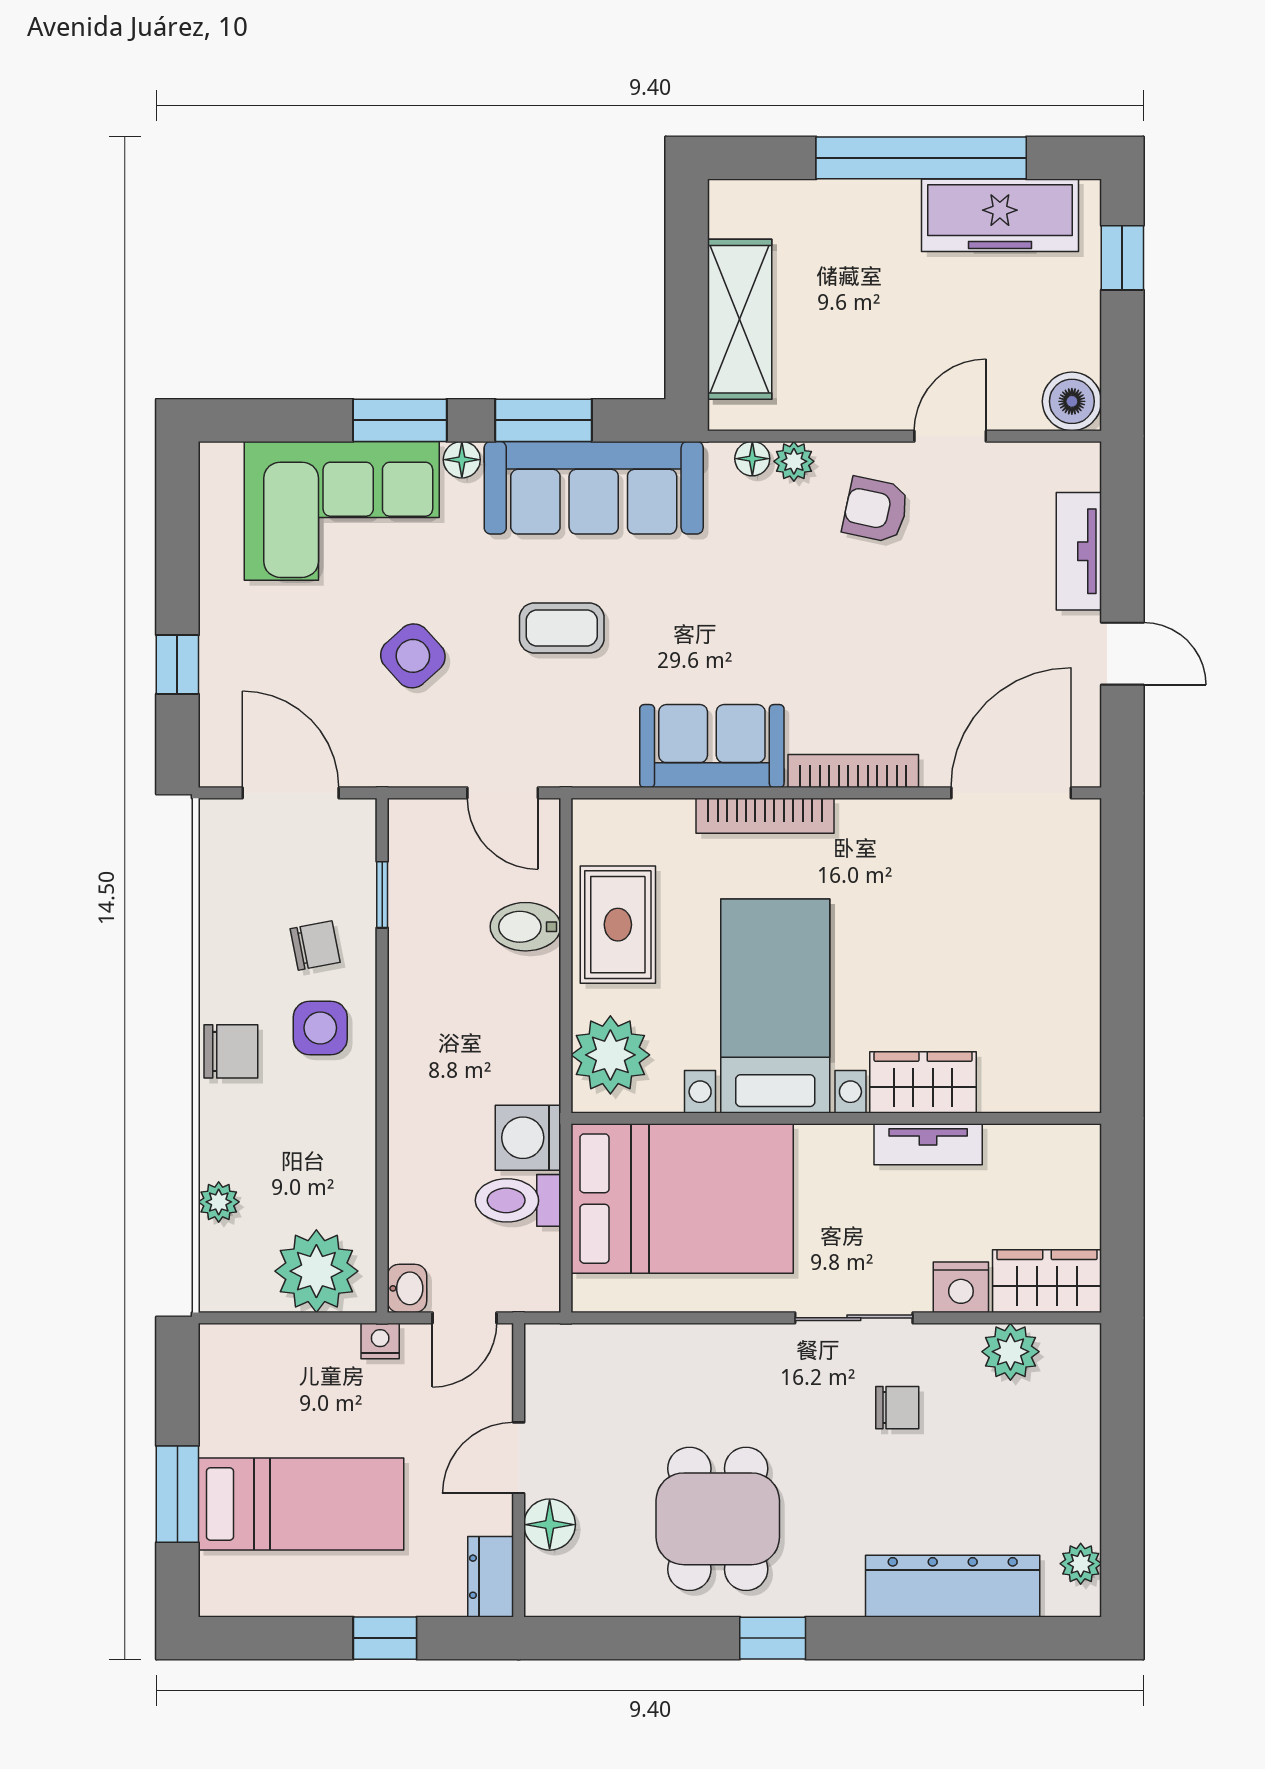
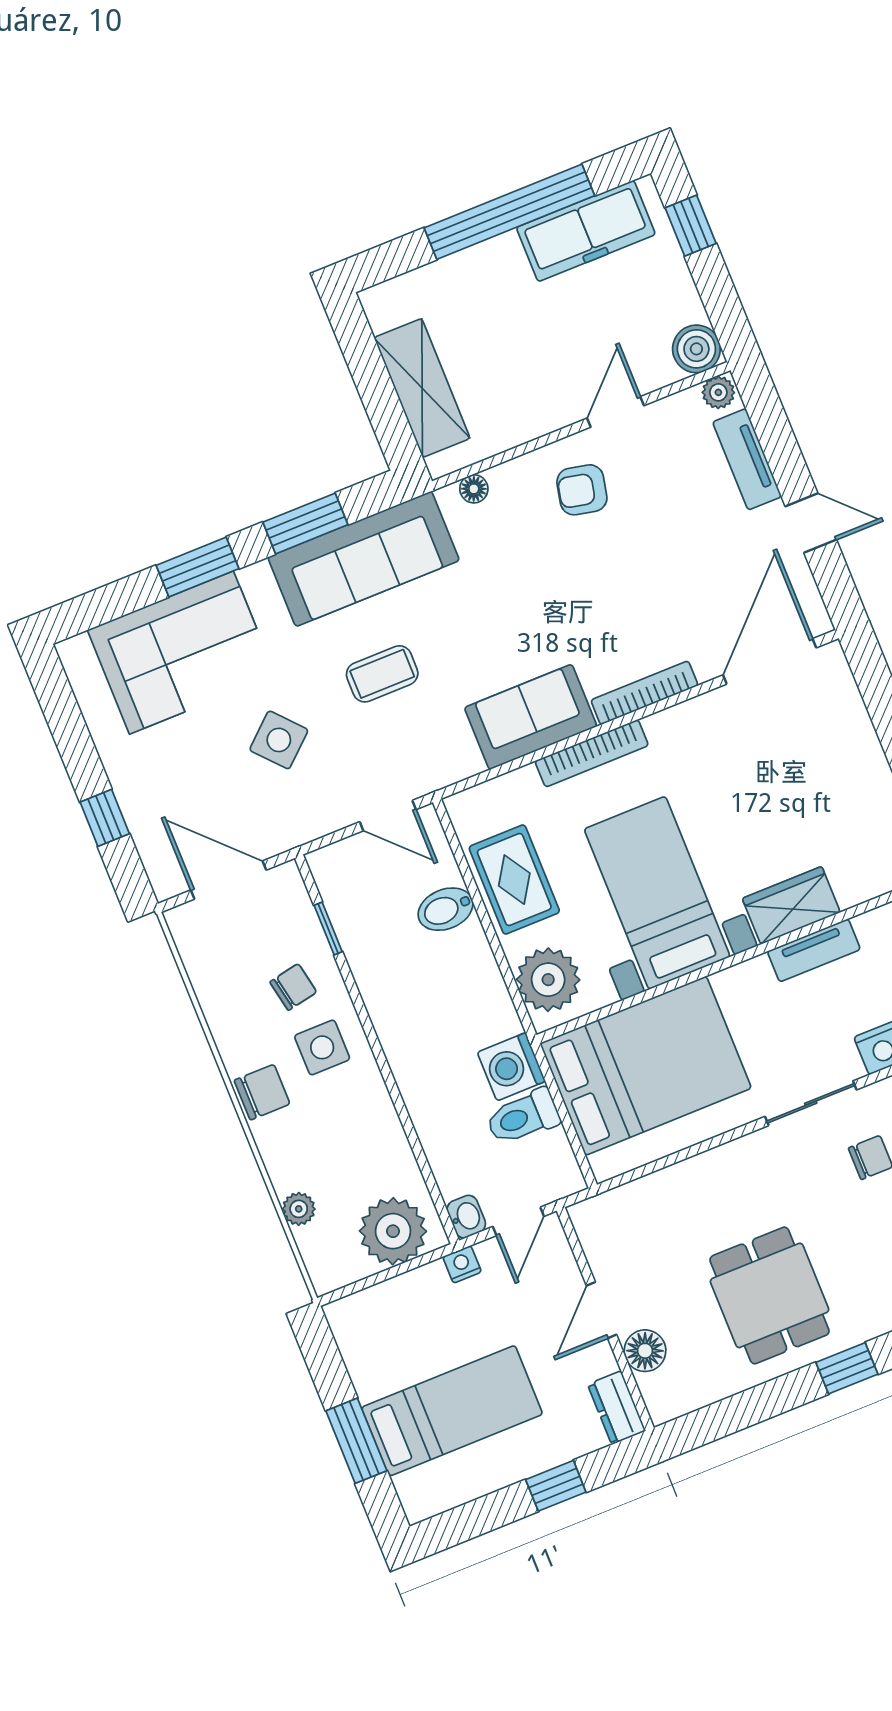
floor lamp: (462, 460) -> (256, 578), removed
plant: (794, 461) -> (718, 392), moved

